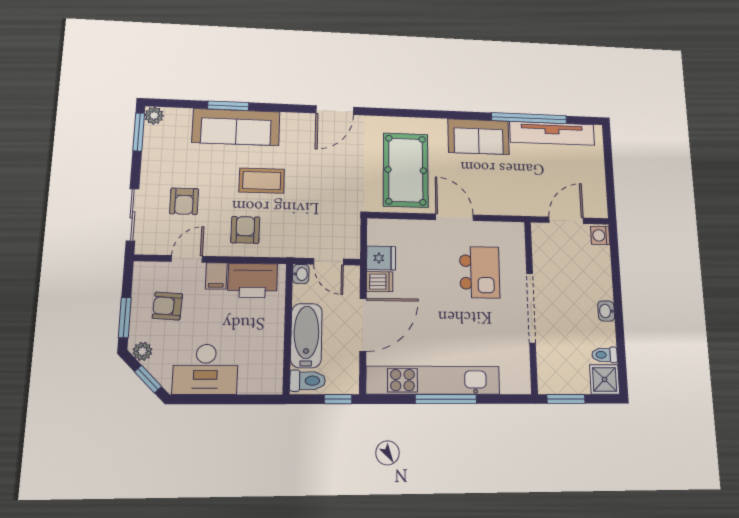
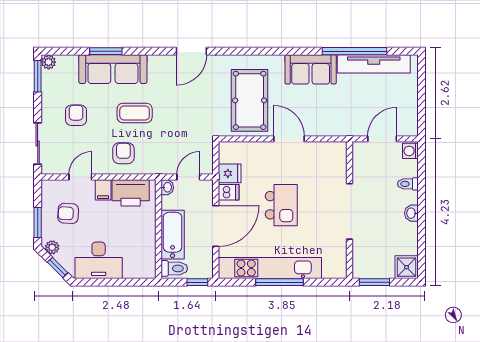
armchair: (184, 201) -> (76, 115), moved, turned 180
door: (329, 262) -> (188, 177), swing flipped
kitchen island: (480, 272) -> (281, 205), moved
toilet: (605, 355) -> (408, 184), moved

